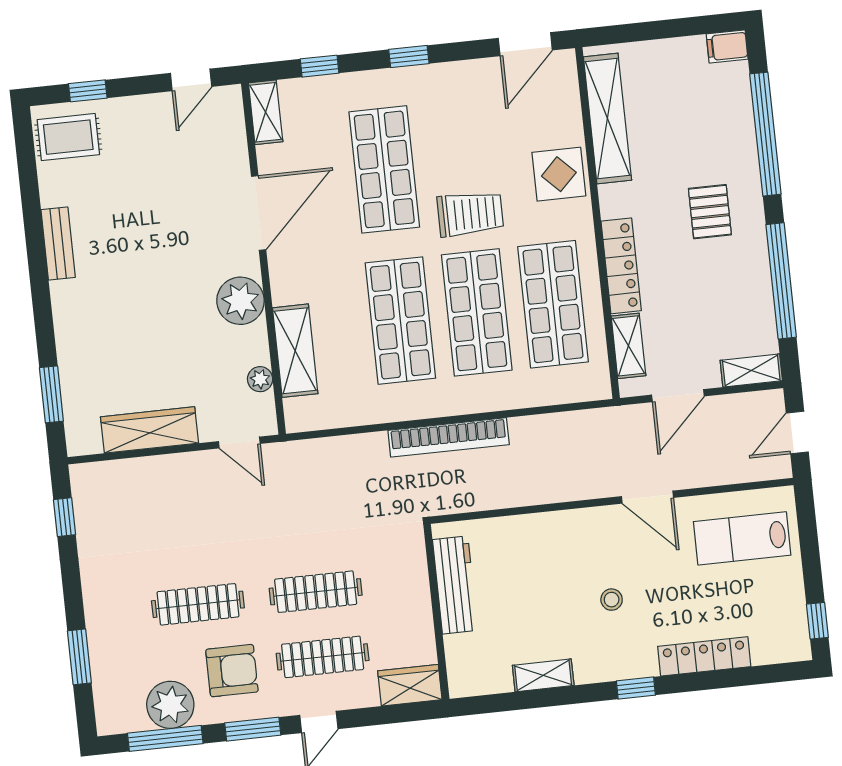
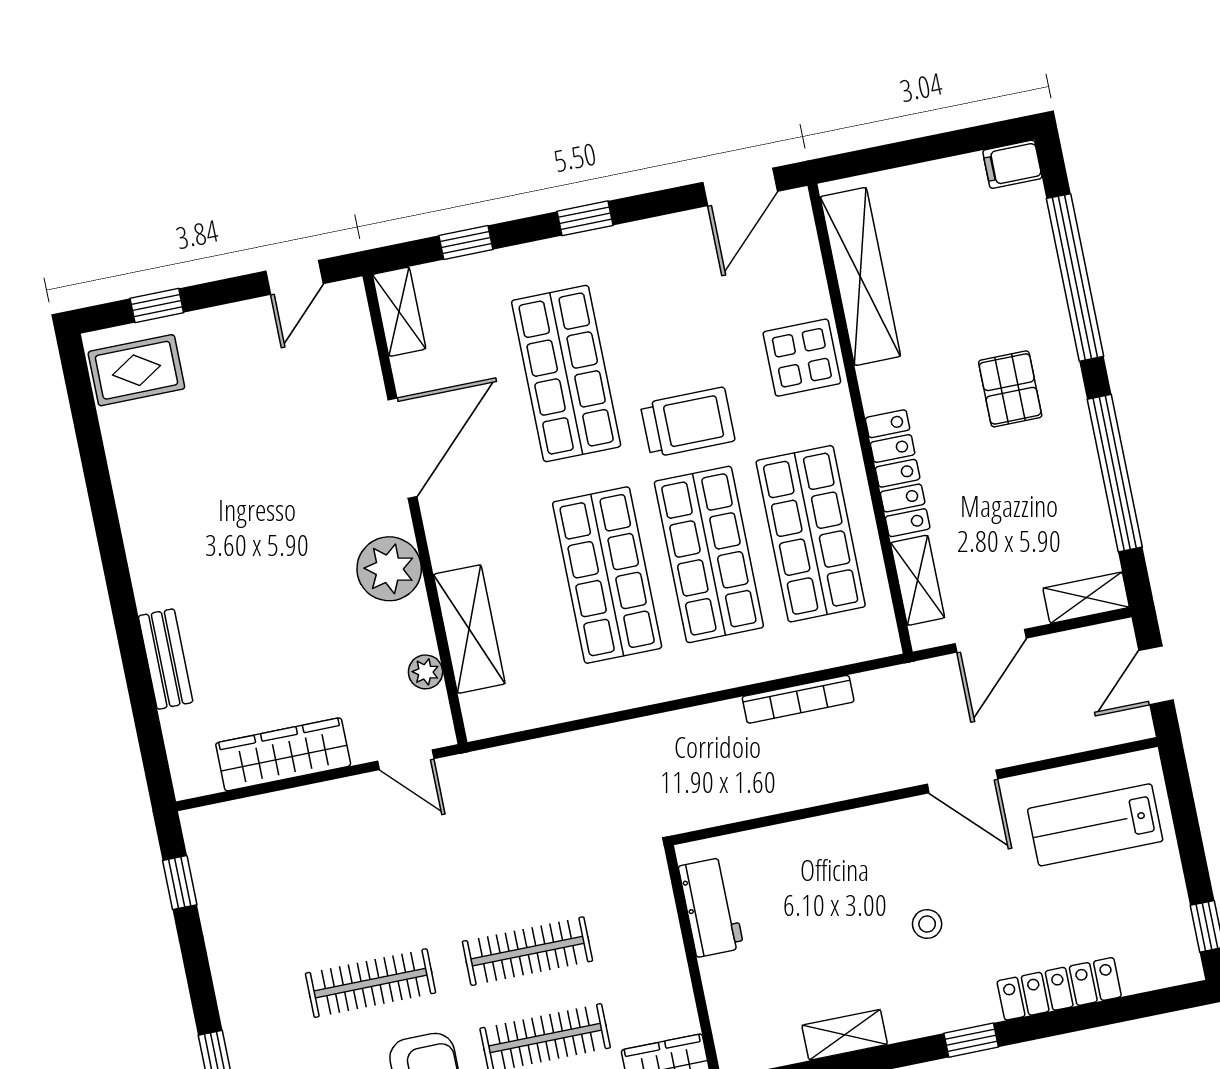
bench: (58, 244) -> (166, 659), moved
window: (51, 394) -> (146, 719), removed
bookcase: (449, 437) -> (798, 699), moved, width x0.68, depth x0.76
workbench: (455, 585) -> (711, 907), width x0.73

